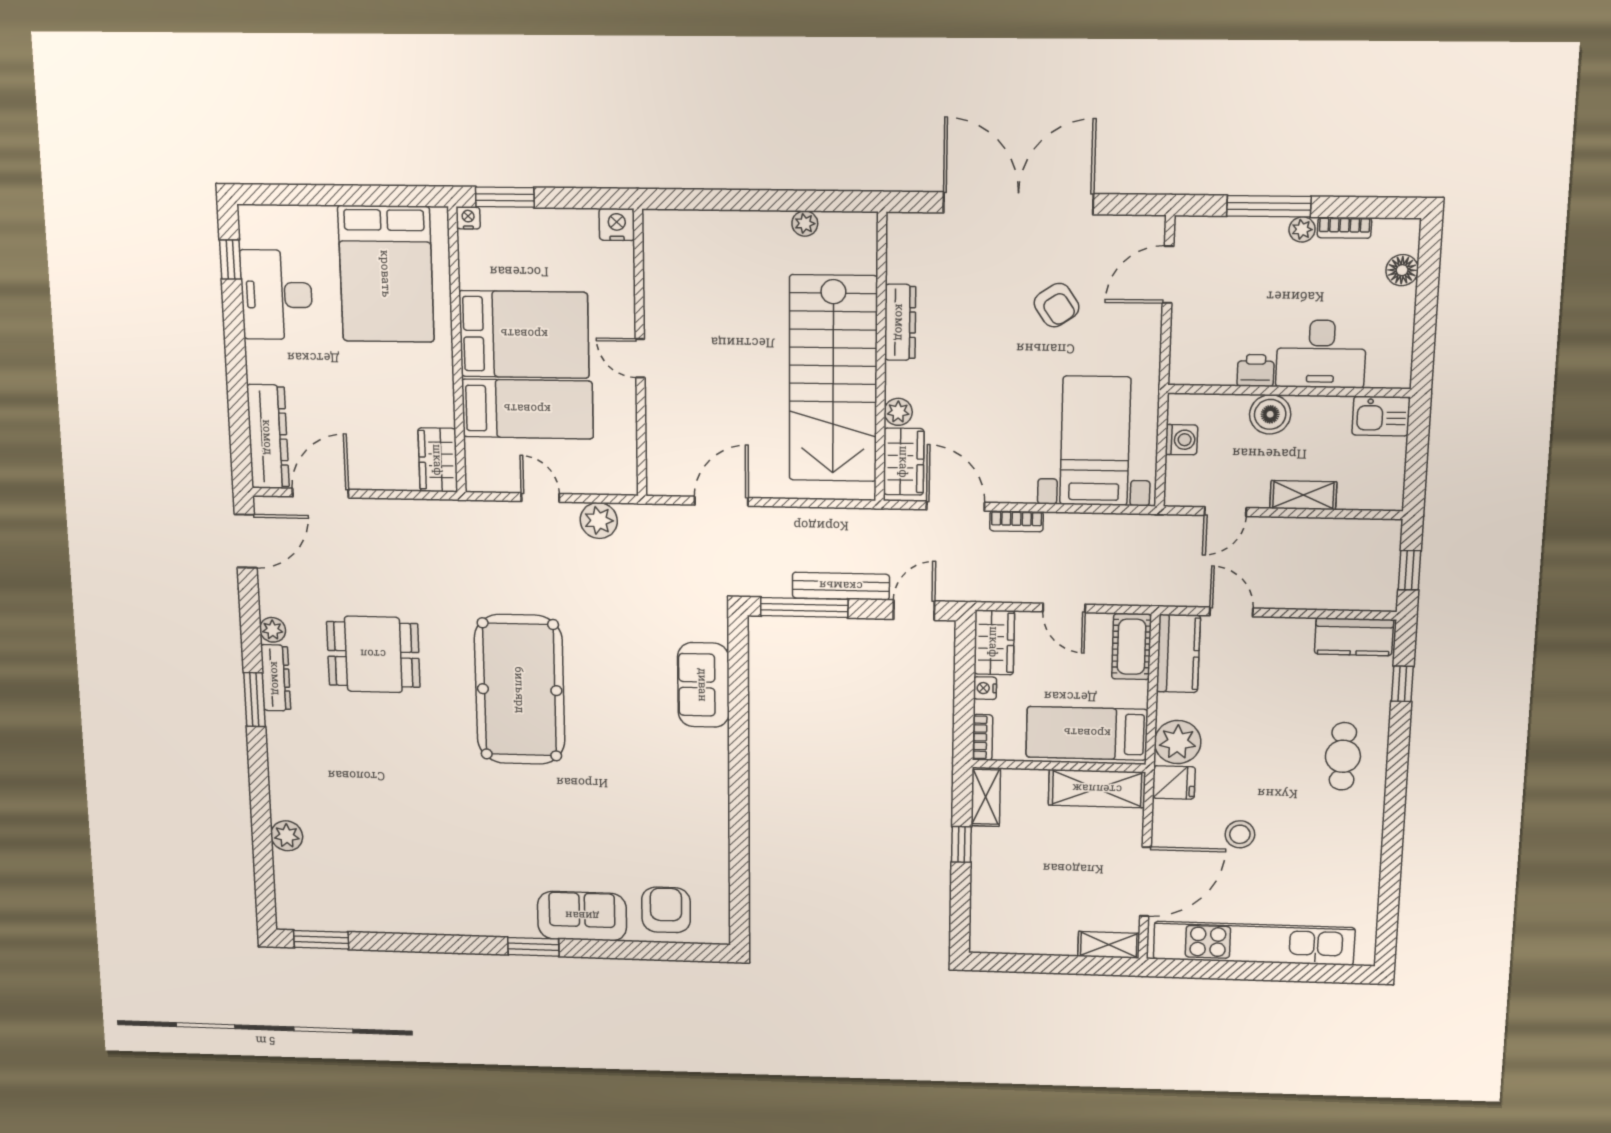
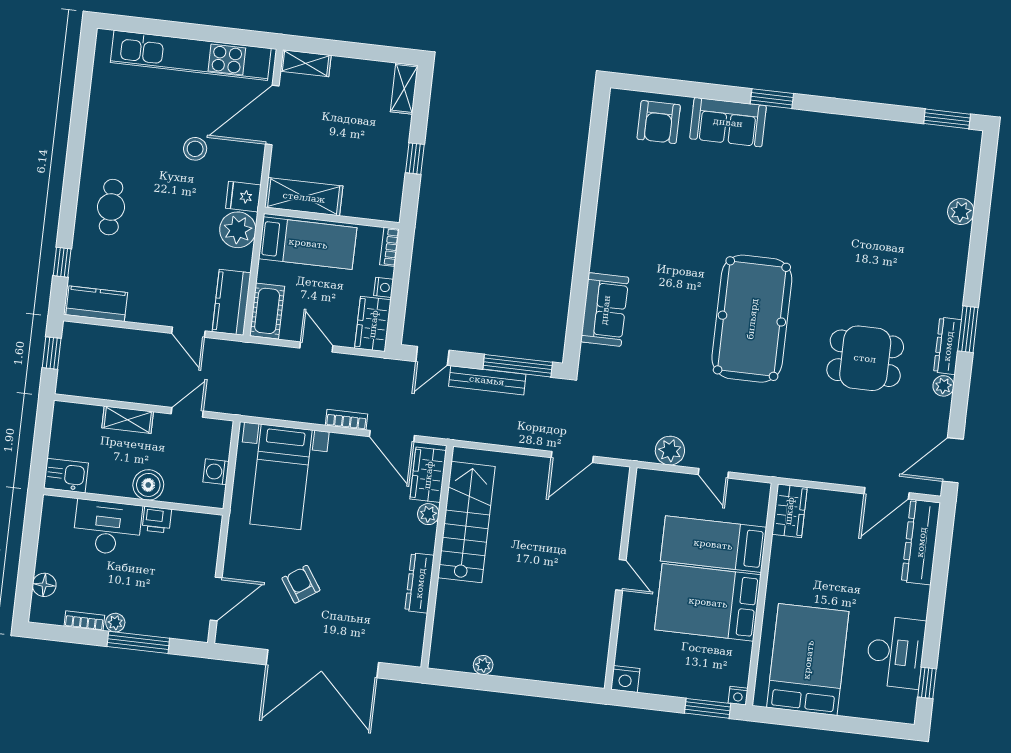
stairs: (833, 379) -> (466, 522), width x0.73, depth x0.66
shelving: (986, 797) -> (404, 89), moved

